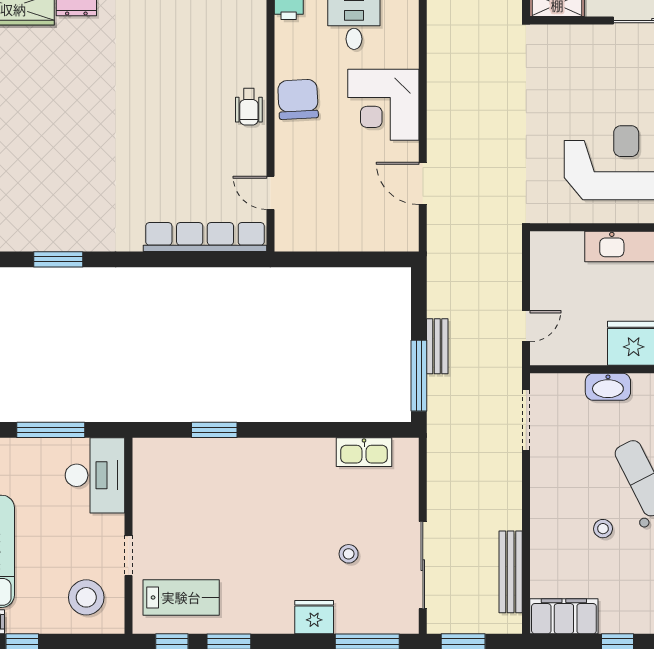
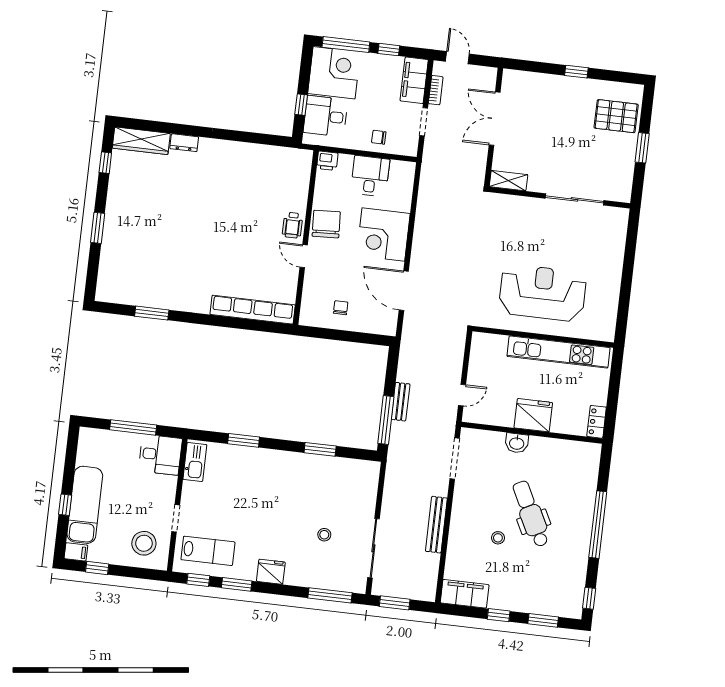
door: (423, 183) -> (404, 291), width x1.36
door: (270, 193) -> (304, 256), moved
chair: (333, 219) -> (341, 308), added
washbasin: (608, 387) -> (517, 443), width x0.72
window: (328, 430) -> (320, 449), added
kitchen sink: (364, 452) -> (195, 462), moved, turned -90
desk: (95, 475) -> (160, 455), width x0.73
bench: (511, 572) -> (436, 525), moved
fridge: (314, 617) -> (271, 572), moved

